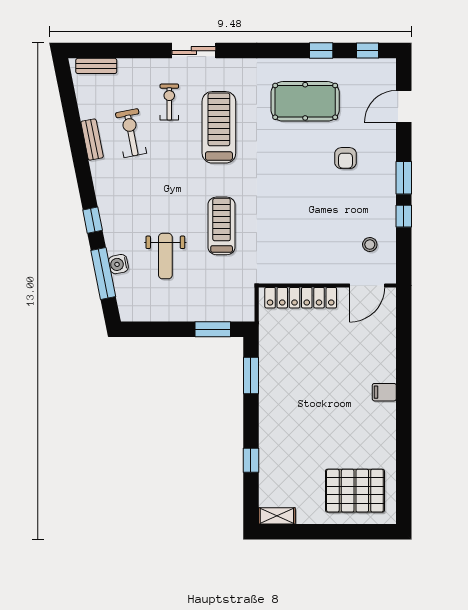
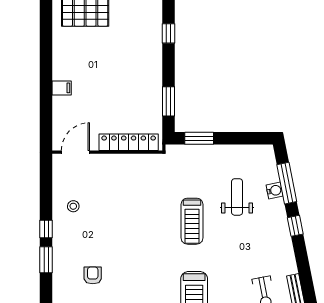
wall: (327, 285) -> (107, 152), moved
door: (367, 285) -> (75, 152), moved
locker: (301, 298) -> (129, 142), moved

